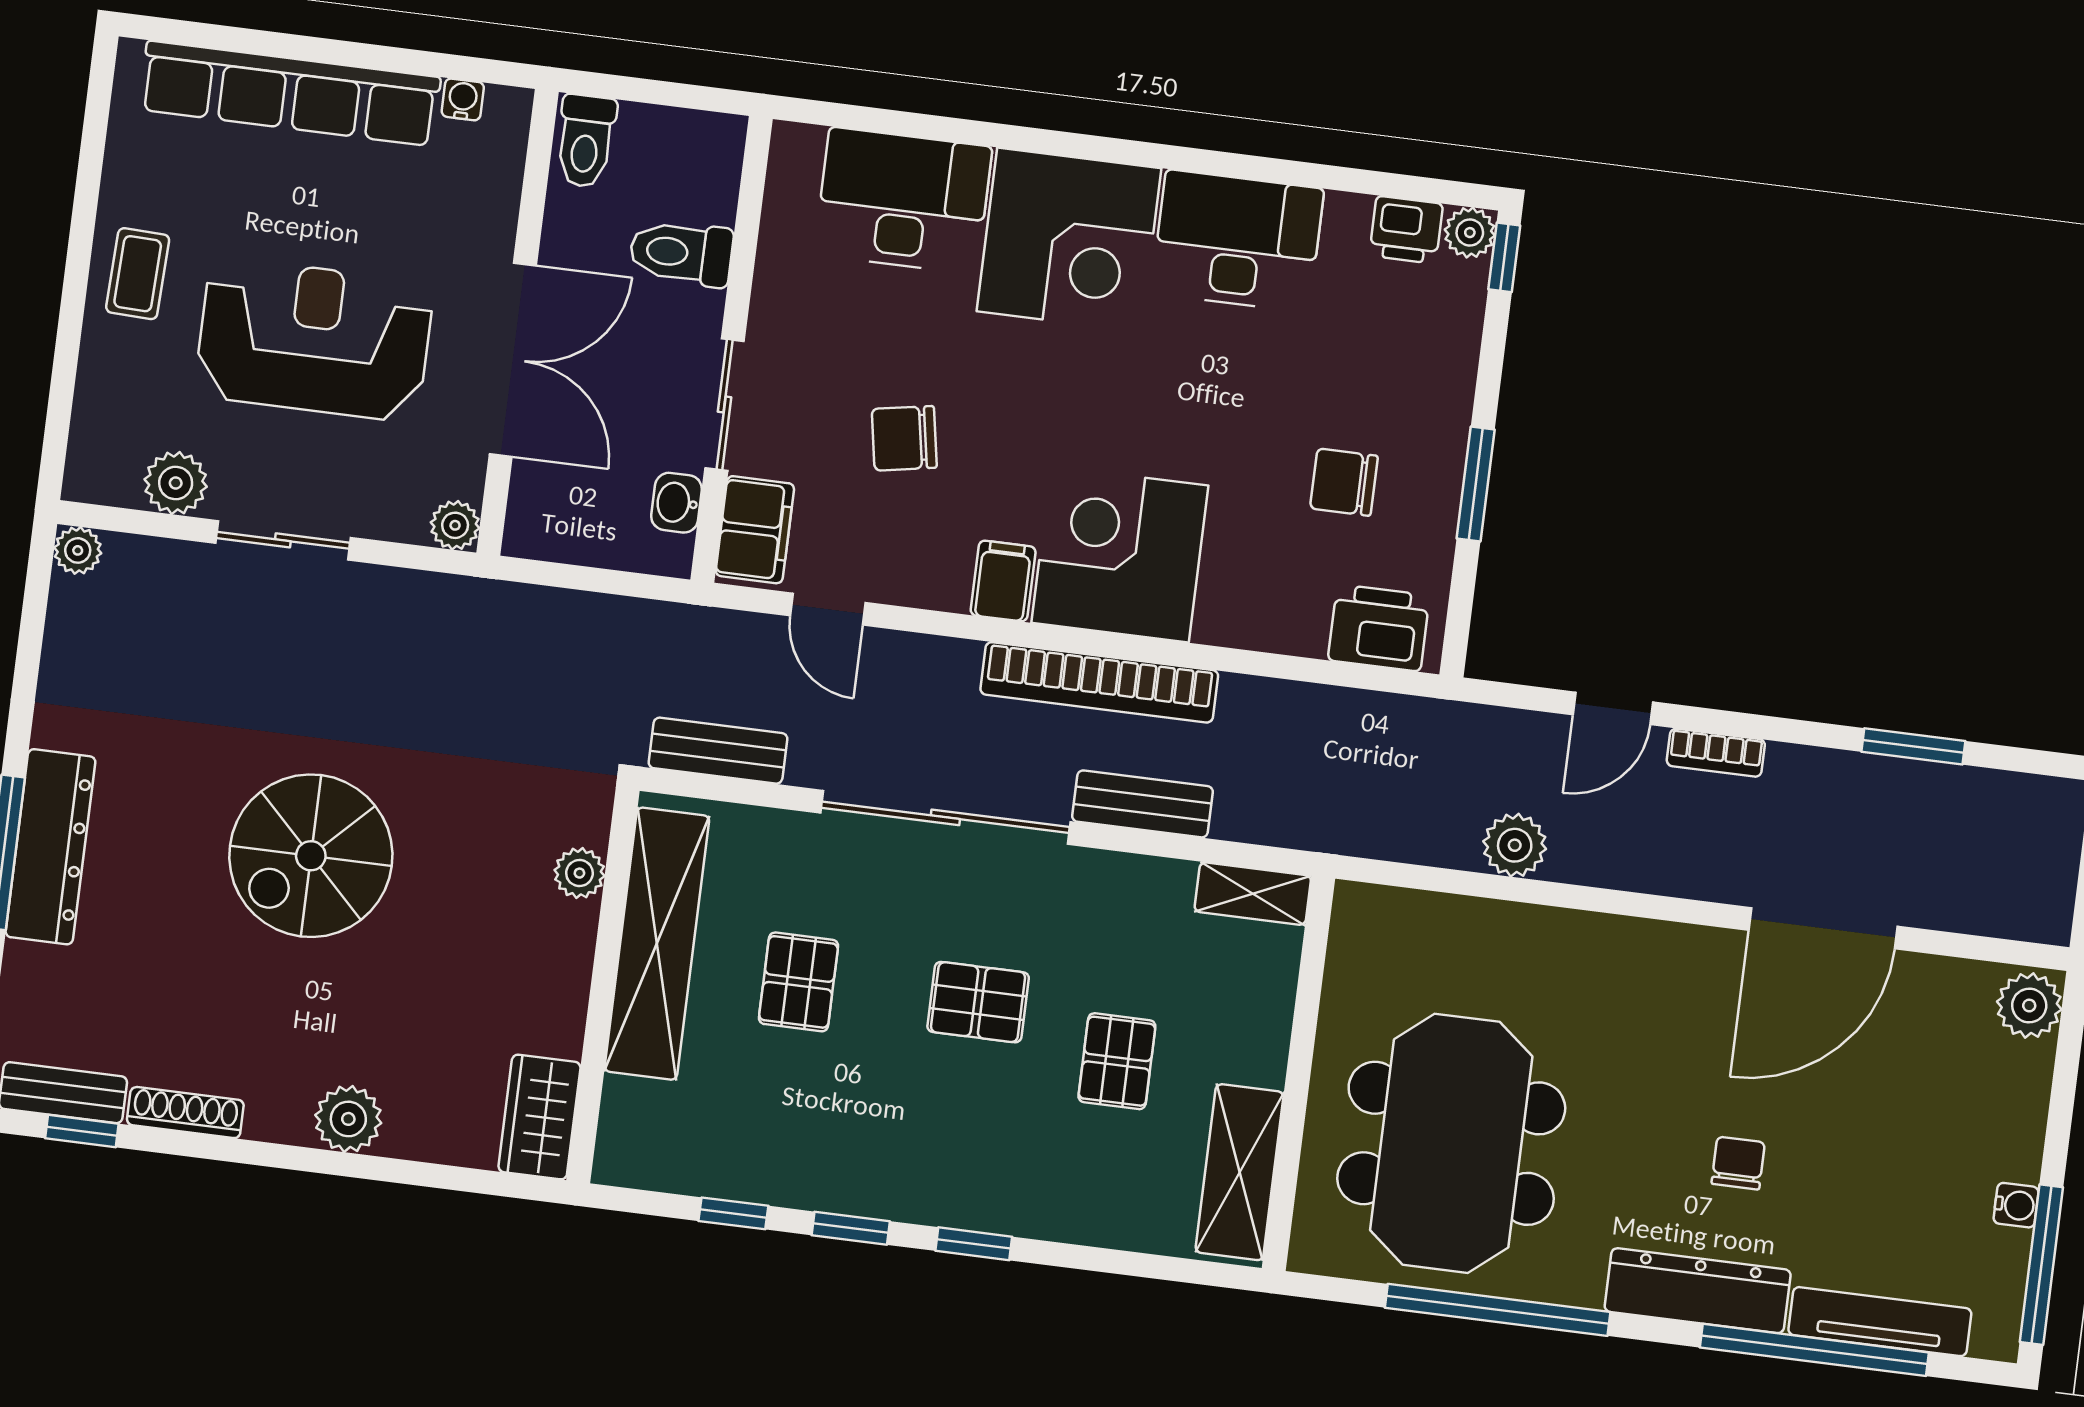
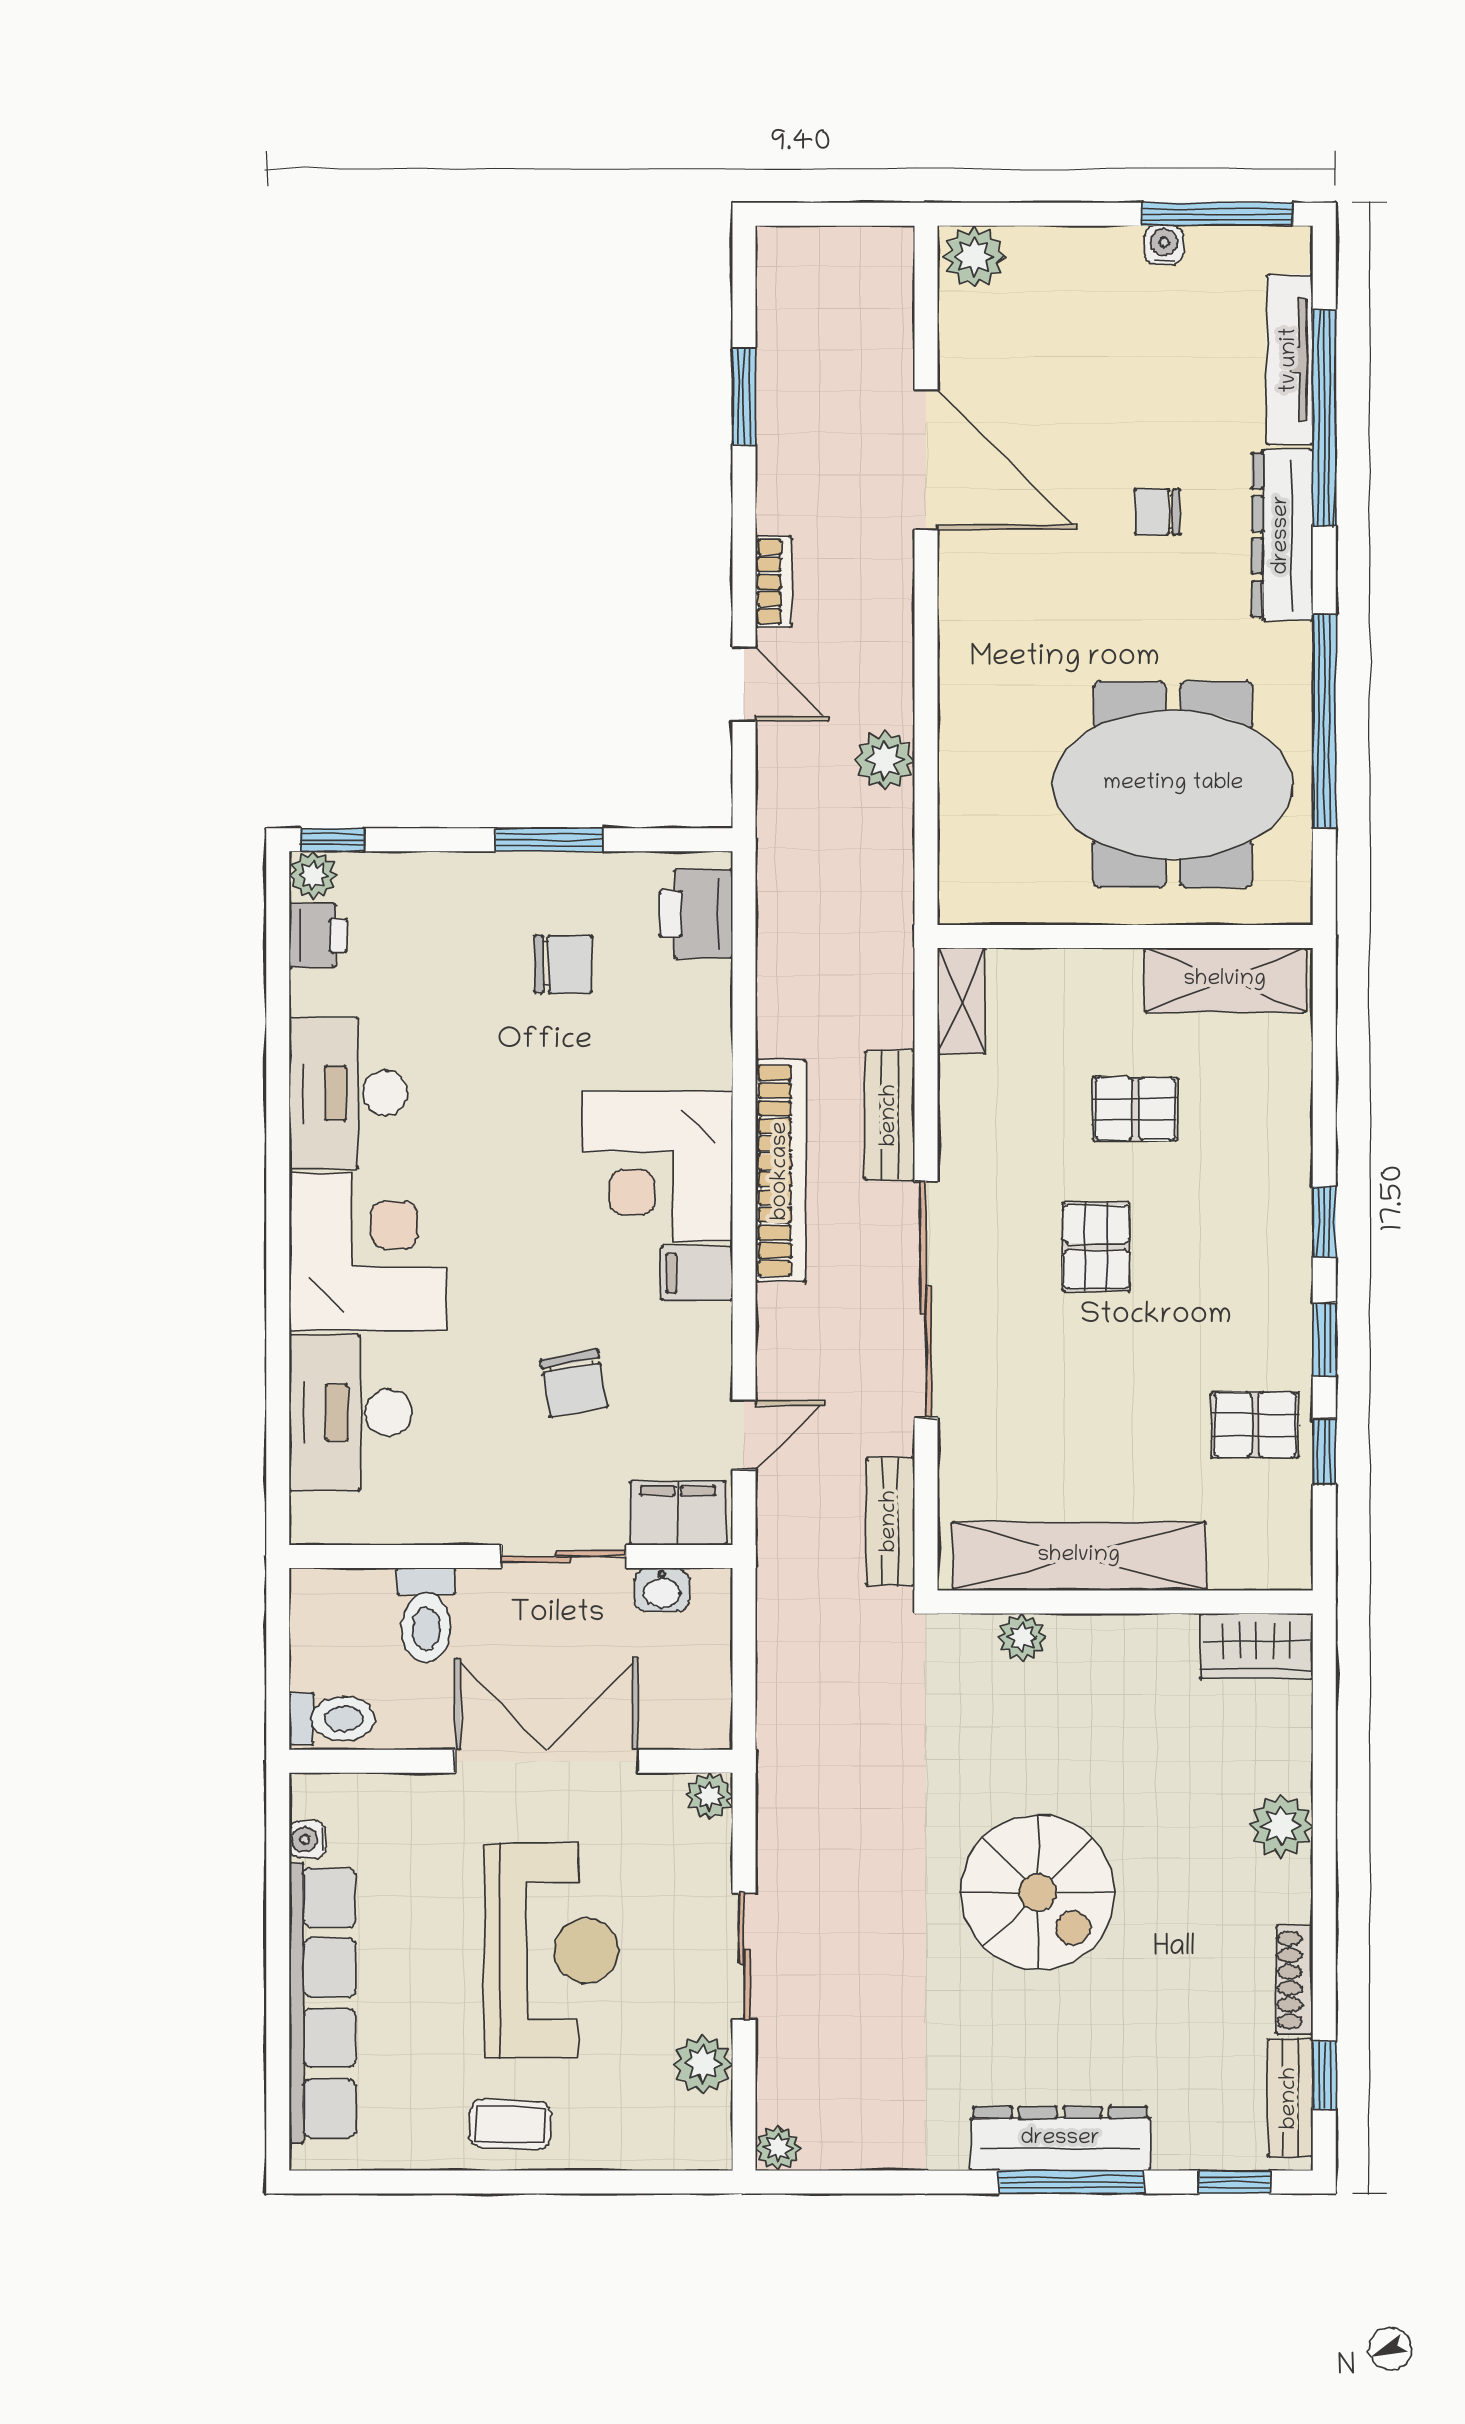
reception desk: (314, 339) -> (551, 1951), turned 180
chair: (1344, 482) -> (563, 964), turned -90
pallet: (799, 982) -> (1255, 1425), moved

